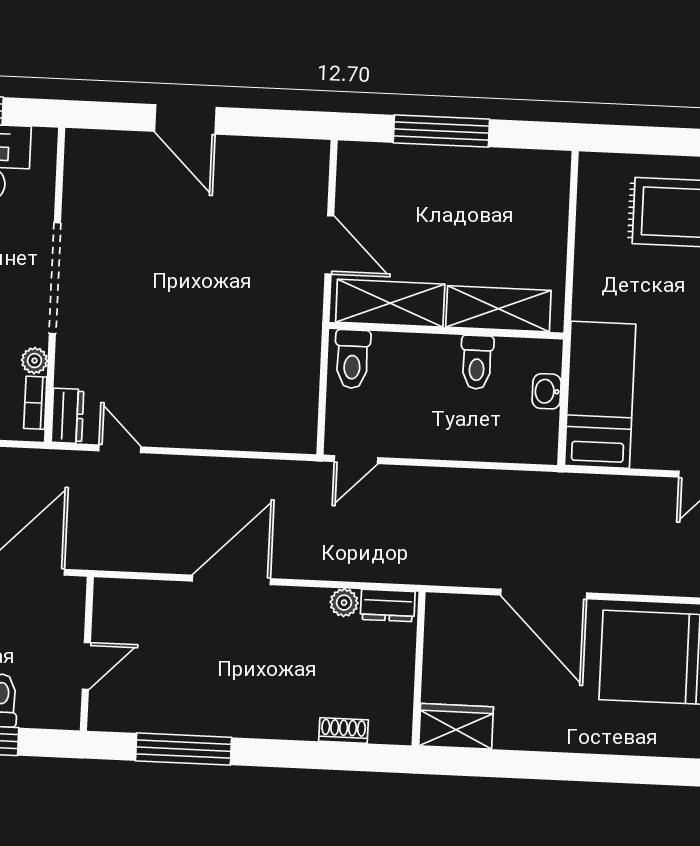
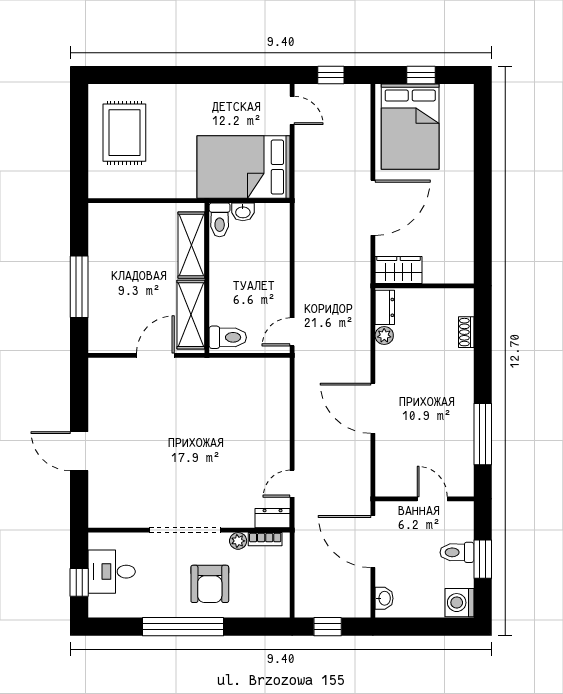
door: (185, 119) -> (79, 451), swing flipped
toilet: (477, 362) -> (220, 220), moved, turned 90
bed: (600, 395) -> (244, 167), width x1.50
door: (356, 460) -> (292, 332), swing flipped
wardrobe: (456, 726) -> (399, 270), moved, turned 90

